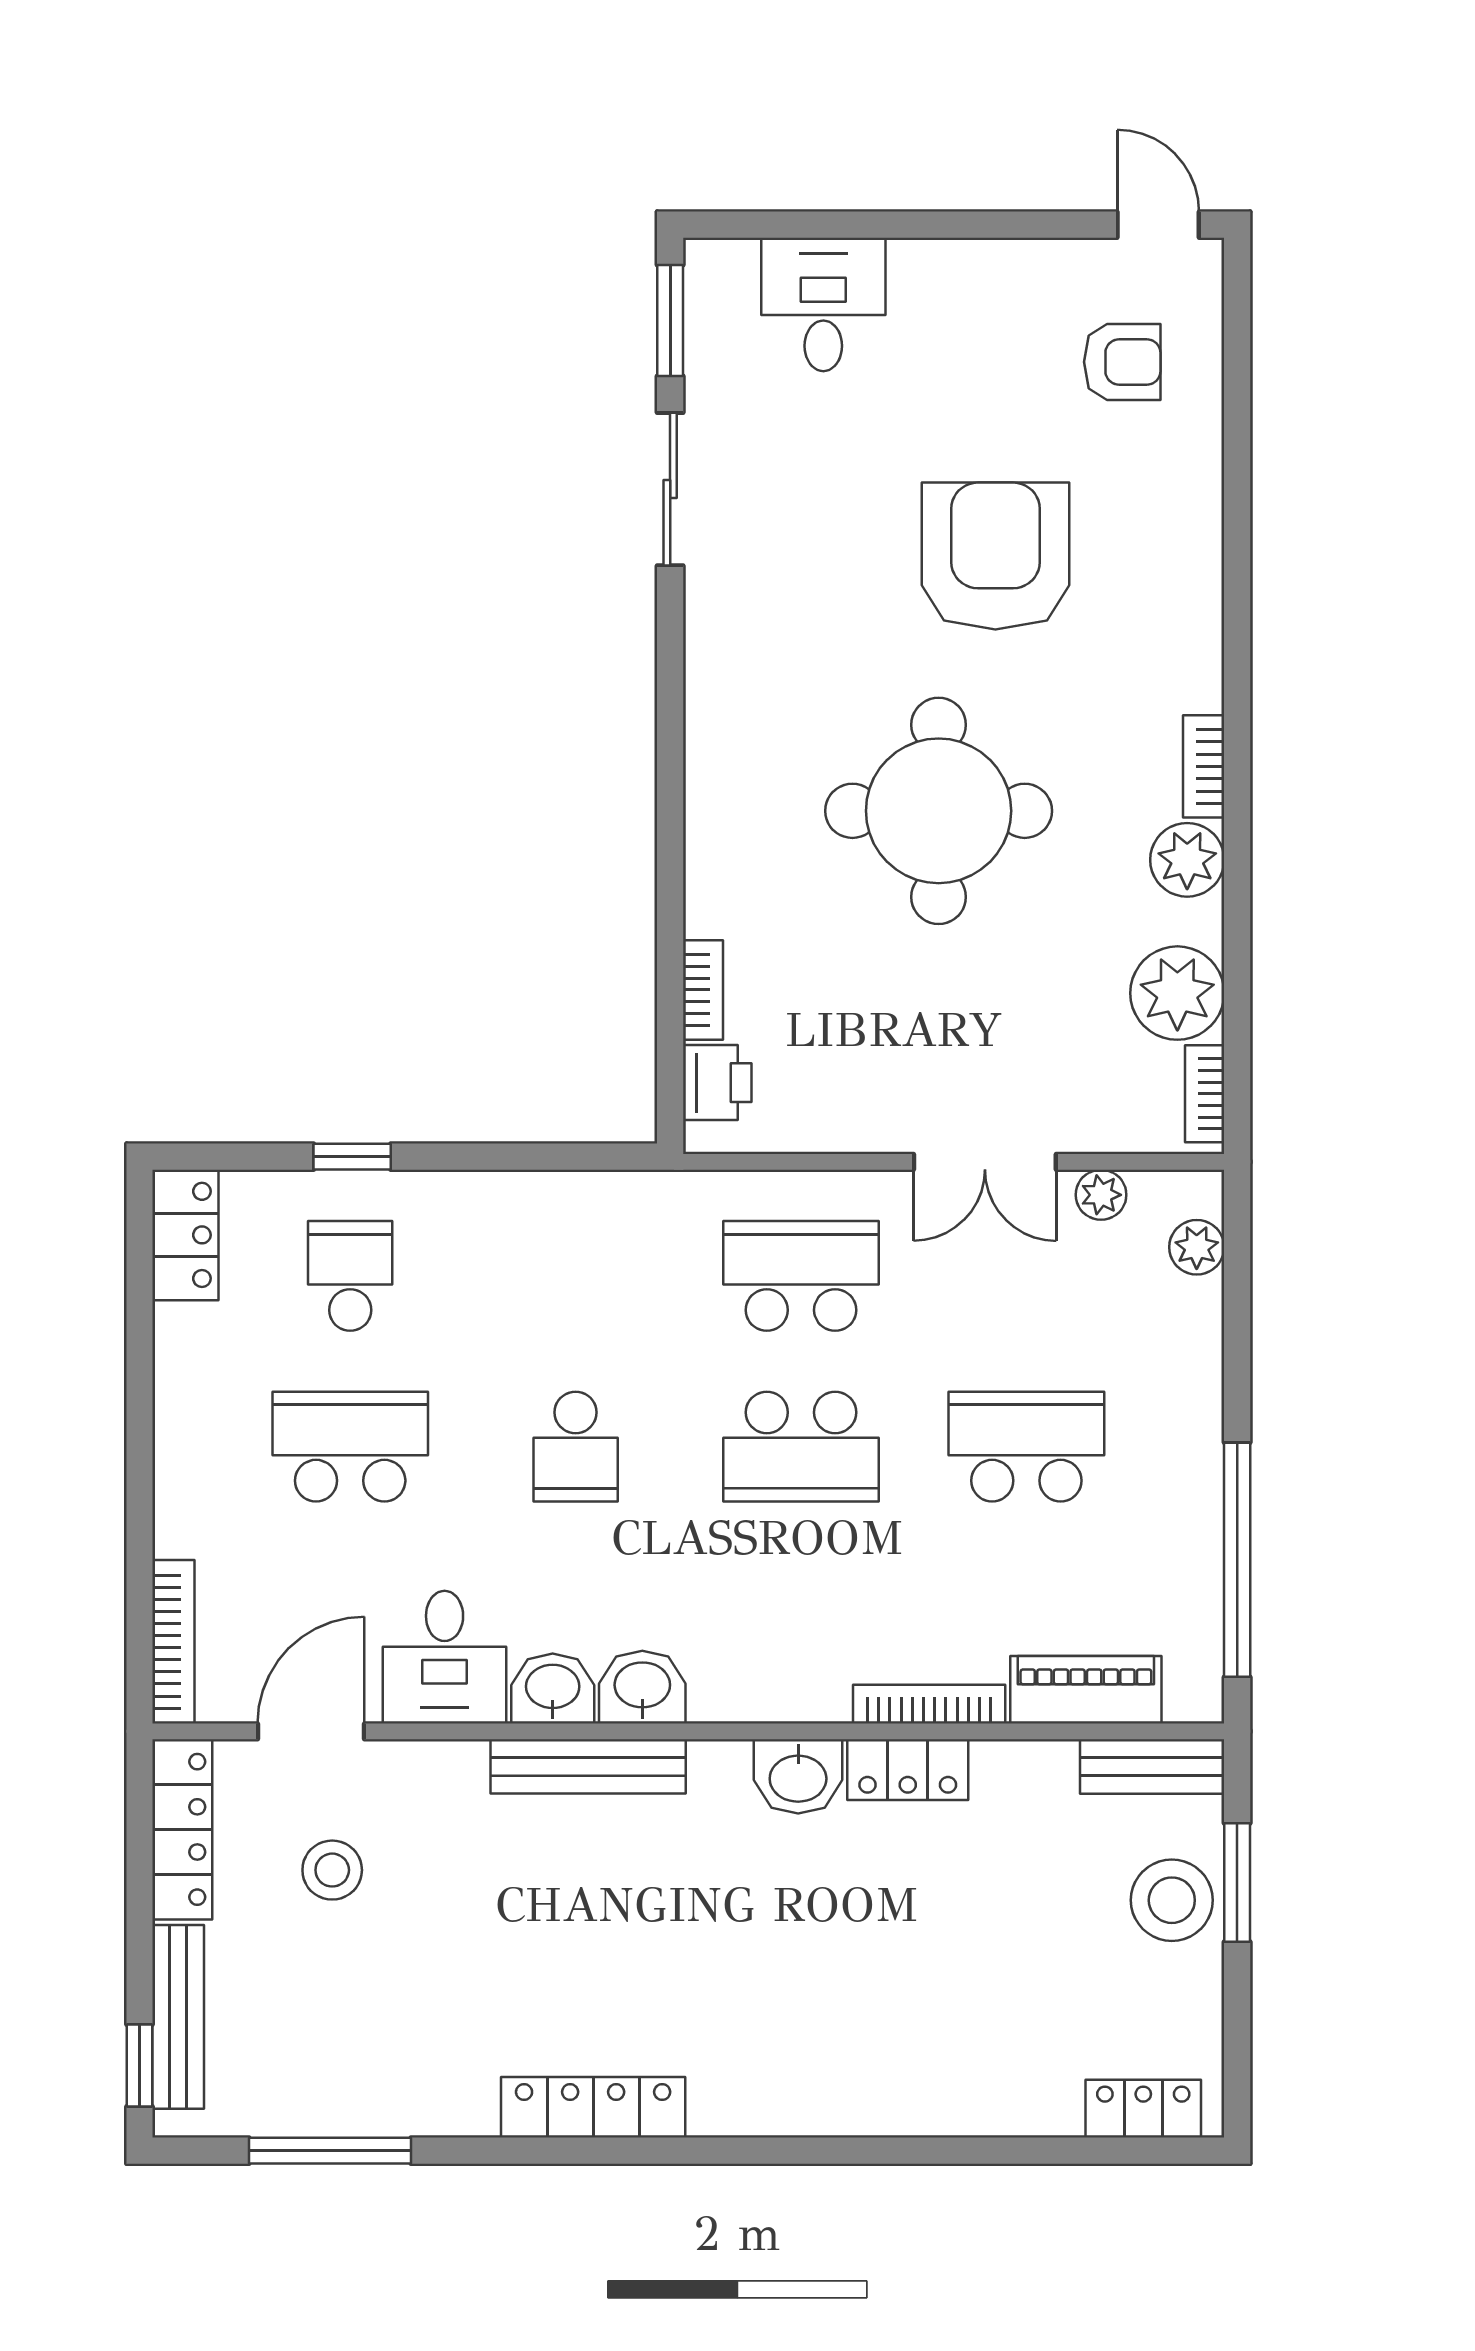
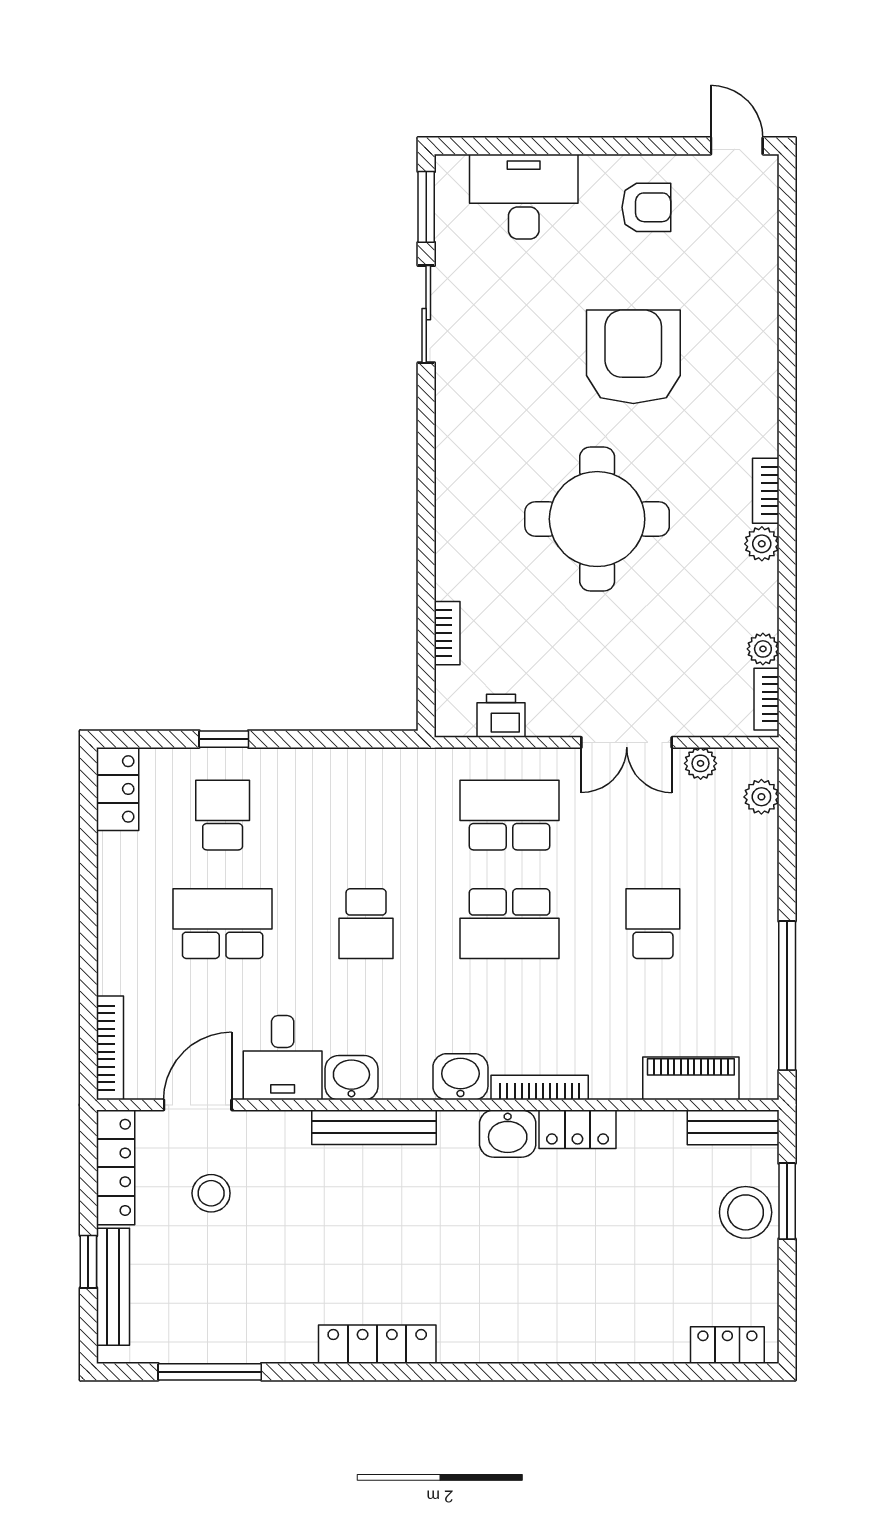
desk: (823, 304) -> (524, 197), width x1.37
armchair: (1122, 362) -> (646, 207), moved
plant: (1187, 860) -> (762, 544), width x0.73, depth x0.73
plant: (1177, 993) -> (763, 649), width x0.53, depth x0.53
printer: (717, 1083) -> (501, 716), moved, turned -90
school desk: (1026, 1447) -> (653, 924), width x0.54
washbasin: (642, 1687) -> (460, 1077), moved
bookcase: (929, 1704) -> (540, 1088), moved
window: (139, 2066) -> (88, 1262), moved

